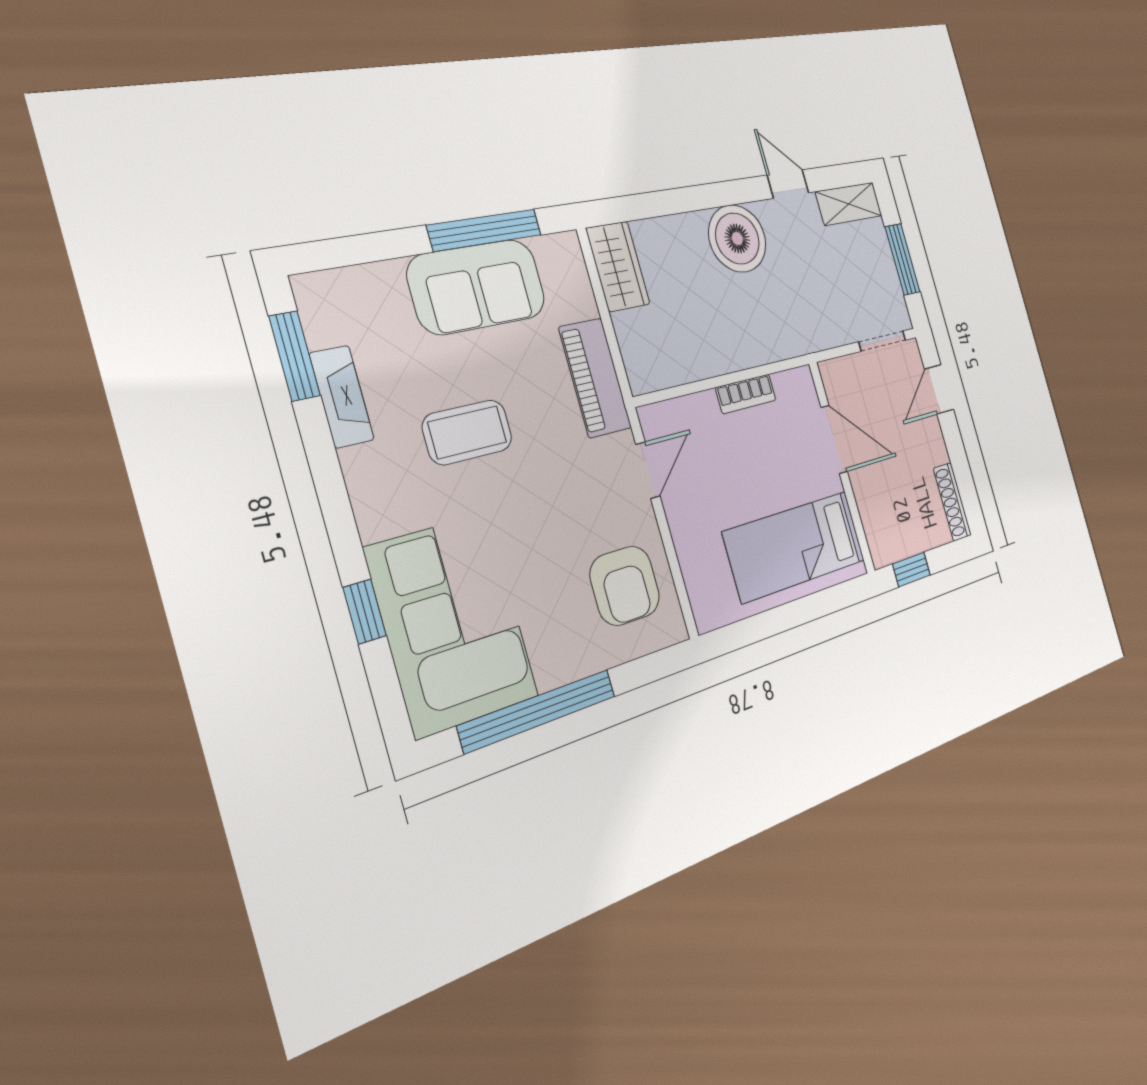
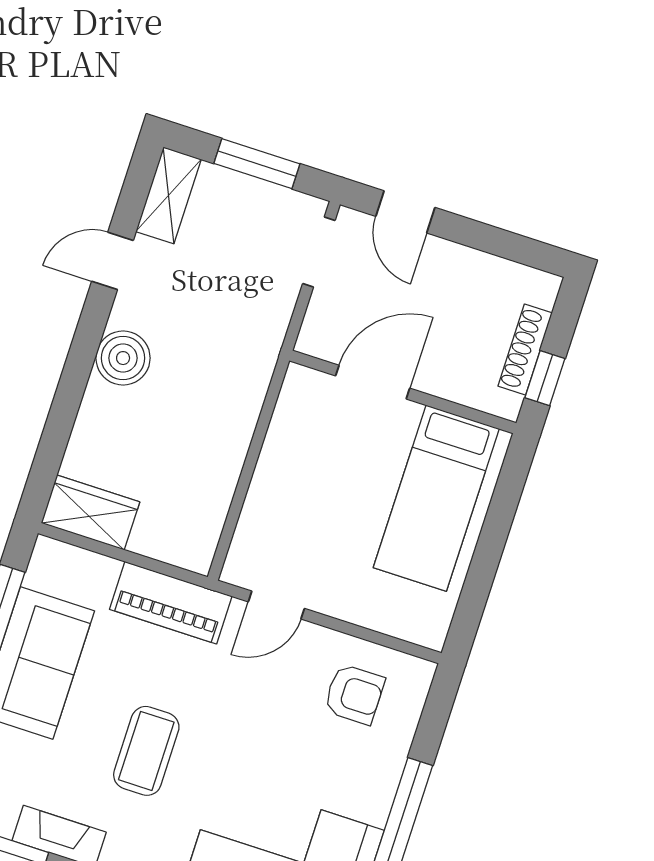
boiler: (737, 239) -> (123, 358), width x0.73, depth x0.73
bookcase: (746, 394) -> (274, 454), removed
door: (648, 470) -> (276, 605), swing flipped
shoe rack: (952, 502) -> (525, 350), moved, turned 90
armchair: (625, 586) -> (354, 694), width x0.72, depth x0.72

